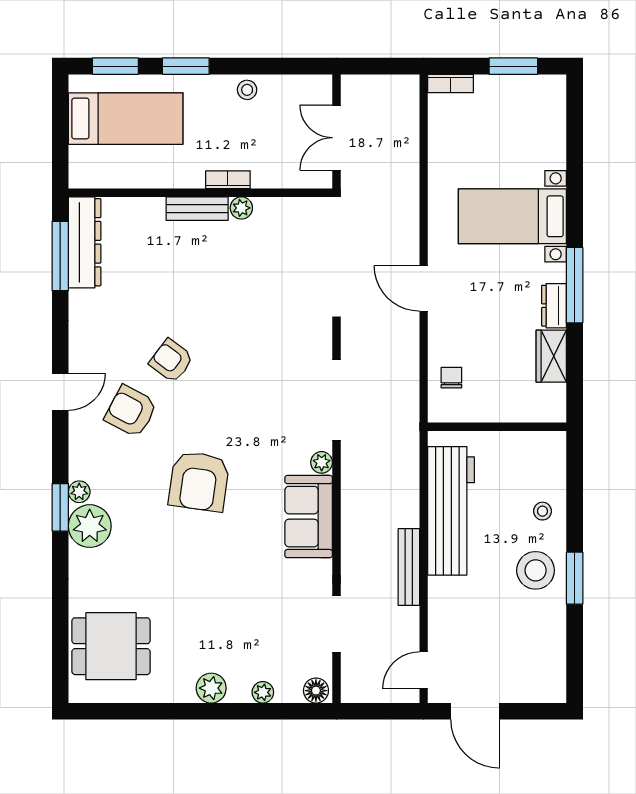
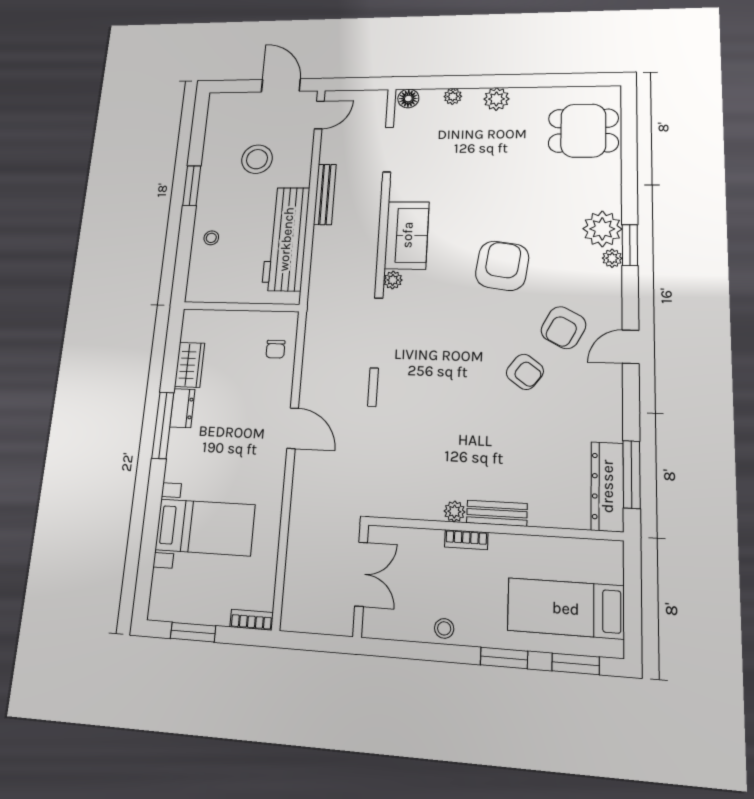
bed with nightstands: (512, 216) -> (205, 527), moved
armchair: (131, 411) -> (563, 328), turned 90
stool: (536, 570) -> (257, 159), moved

